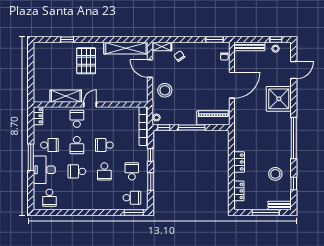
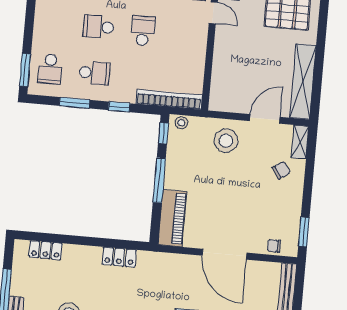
locker: (239, 162) -> (119, 257), moved

